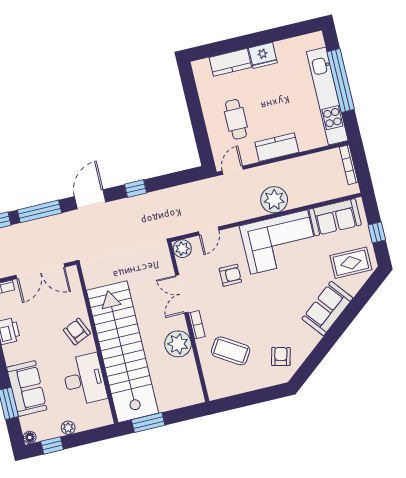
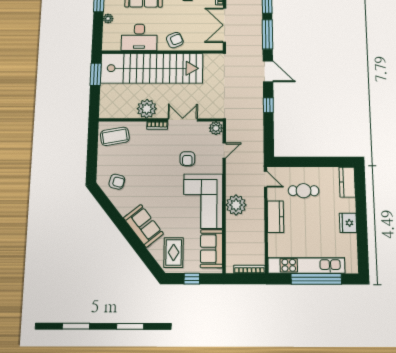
kitchen counter: (230, 62) -> (347, 182), moved
door: (209, 231) -> (224, 151), swing flipped
coffee table: (231, 351) -> (115, 136), moved, turned 48

